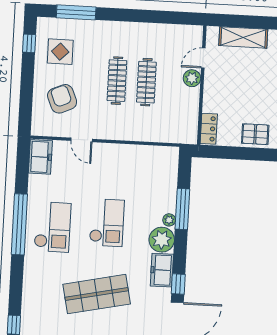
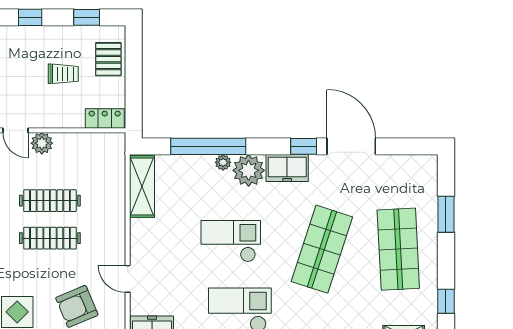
trolley: (246, 98) -> (63, 74), added
door: (82, 140) -> (128, 279), swing flipped
shelving: (154, 155) -> (142, 186), added
window: (182, 209) -> (208, 146), width x1.46
shop shelf: (97, 294) -> (322, 249), turned 30

